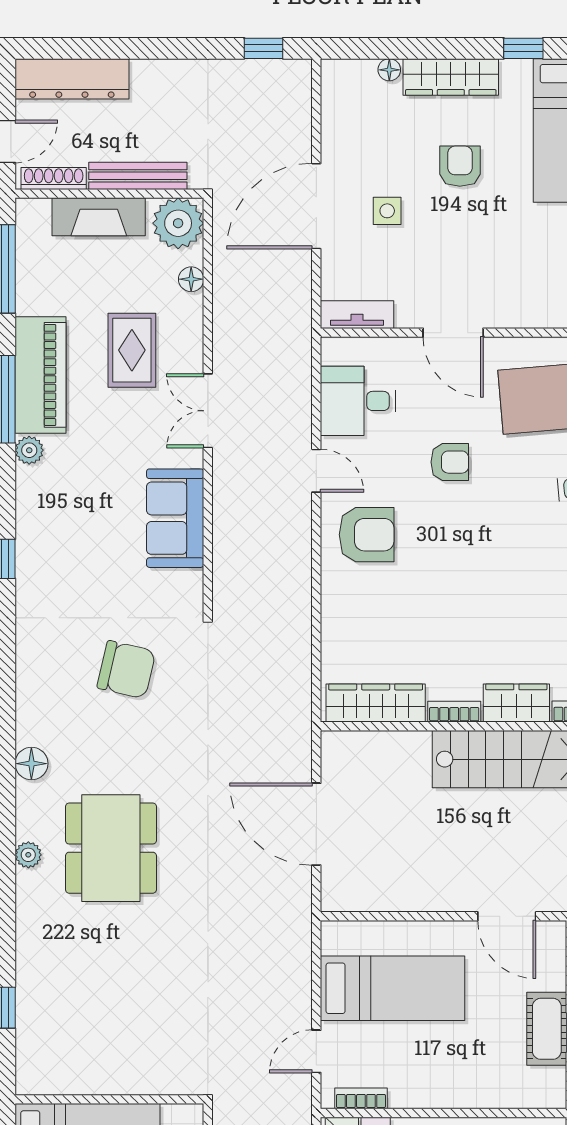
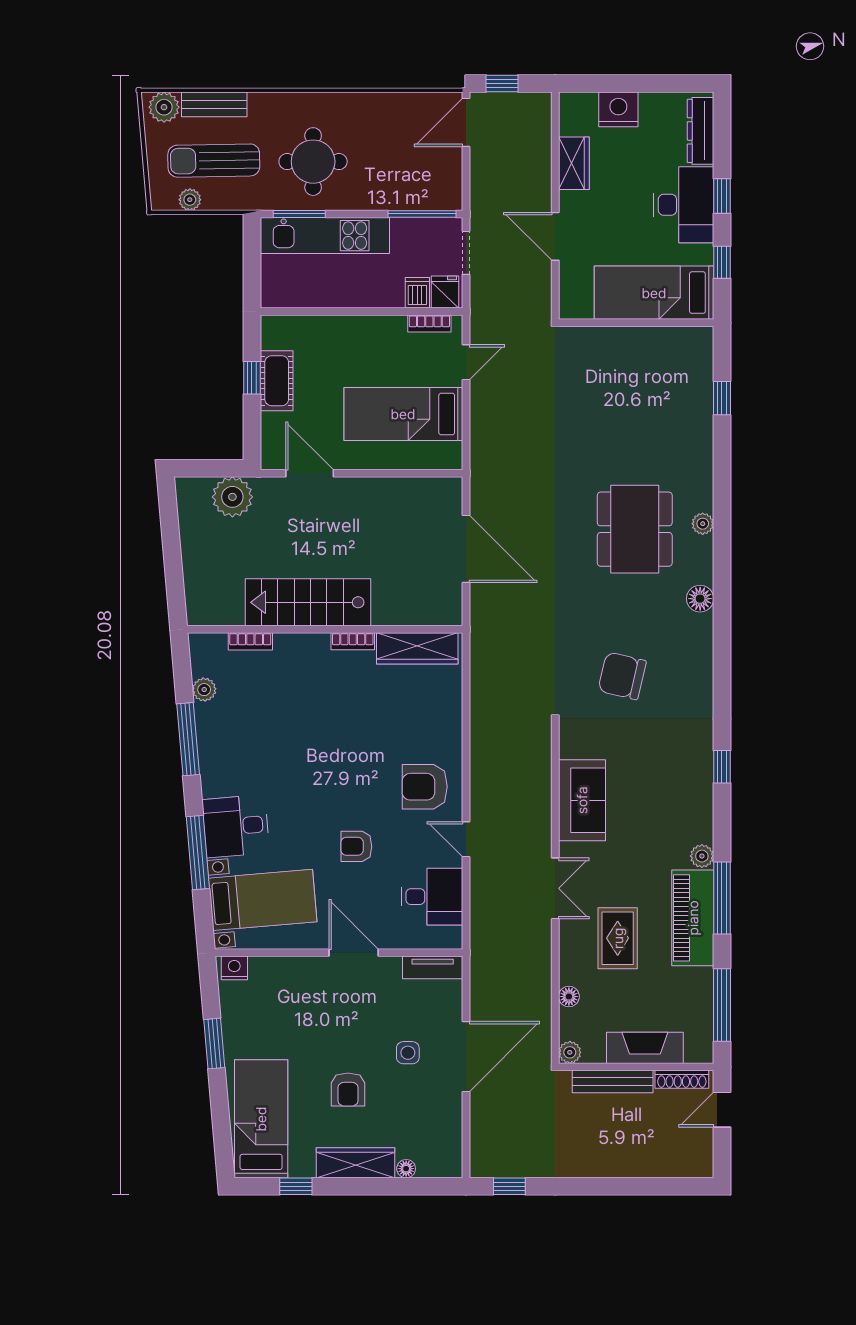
dresser: (72, 79) -> (667, 1161), removed
plant: (178, 223) -> (570, 1052), width x0.53, depth x0.53
wardrobe: (516, 703) -> (302, 648), removed

